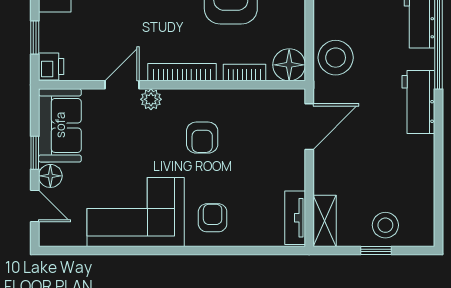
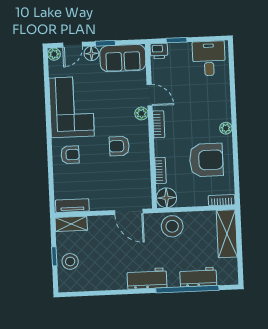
bookcase: (182, 72) -> (159, 124), width x0.64
plant: (49, 237) -> (54, 54), added

